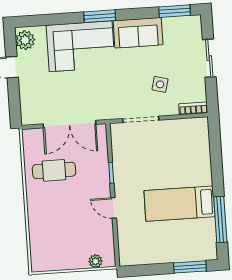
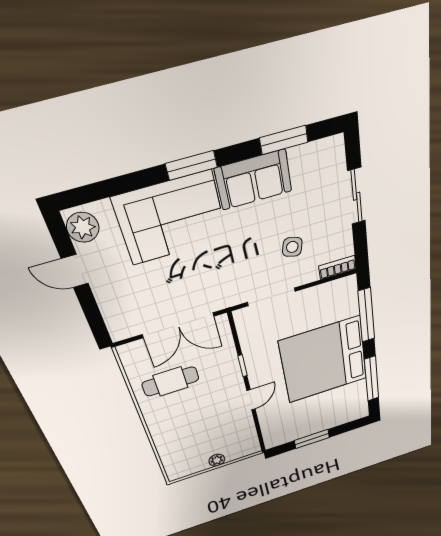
window: (175, 11) -> (284, 140), moved
window: (216, 155) -> (366, 315), added
bed: (179, 204) -> (324, 360), width x2.04
door: (114, 208) -> (251, 400), swing flipped
plant: (96, 261) -> (217, 460), moved
window: (190, 267) -> (312, 439), moved

